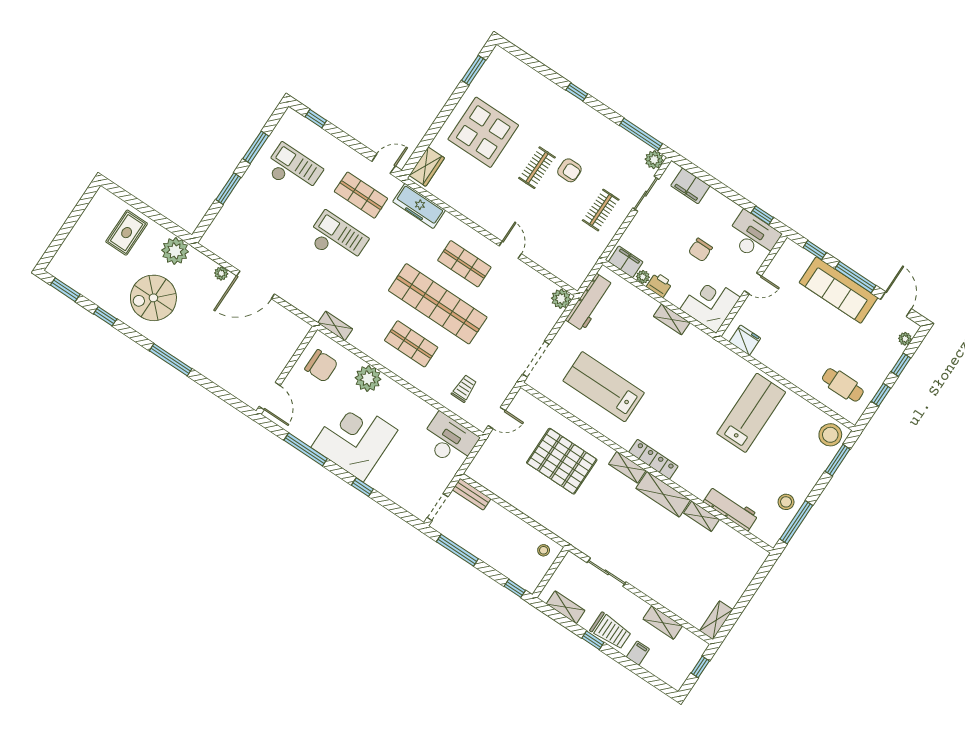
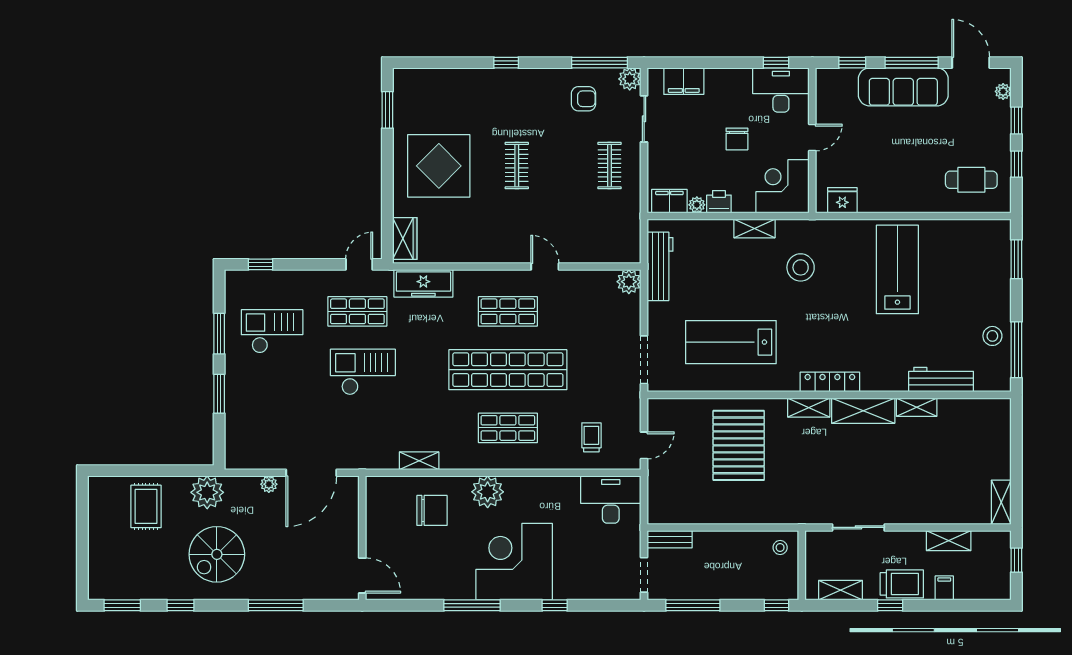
armchair: (569, 170) -> (584, 99), moved
wall: (287, 370) -> (362, 538), moved
door: (270, 396) -> (362, 575), moved
stool: (830, 435) -> (801, 267), moved
pallet: (562, 461) -> (739, 445), turned 90

